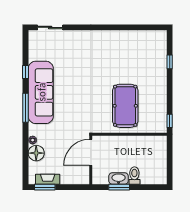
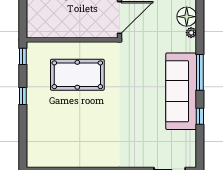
window: (170, 62) -> (23, 96), moved
pool table: (125, 106) -> (77, 75), turned 90

